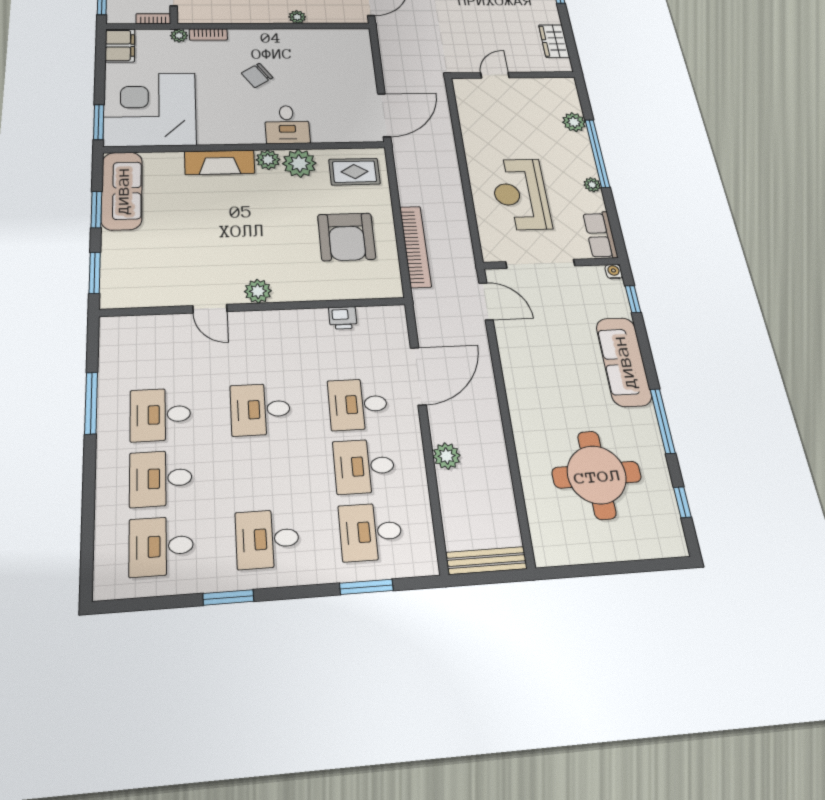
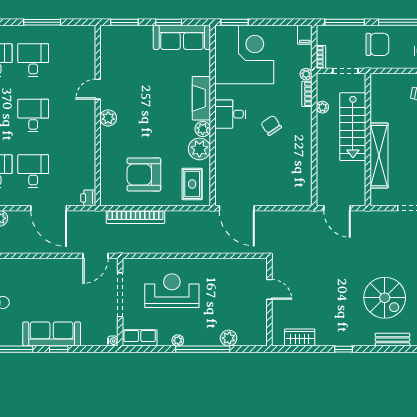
plant: (297, 17) -> (322, 107), moved
filing cabinet: (120, 45) -> (305, 35), width x0.50
desk: (287, 125) -> (230, 114), moved
window: (633, 299) -> (59, 349), moved
printer: (343, 318) -> (88, 198), moved

